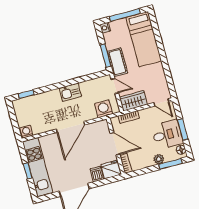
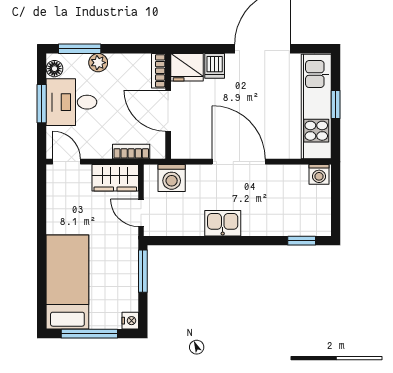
cot: (117, 62) -> (125, 254), removed
door: (71, 127) -> (239, 162), hinge flipped

